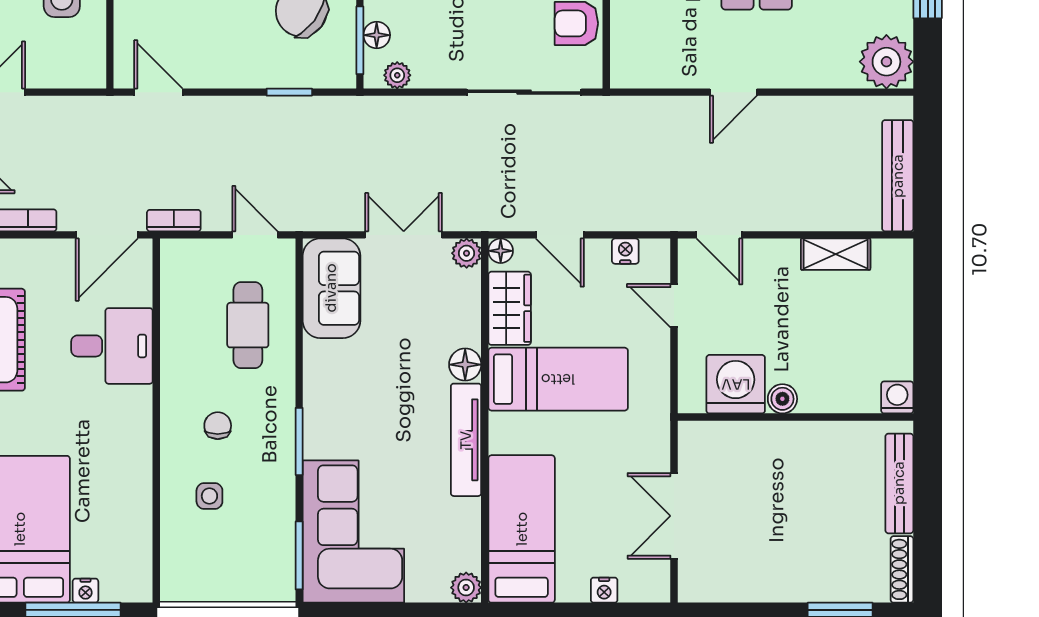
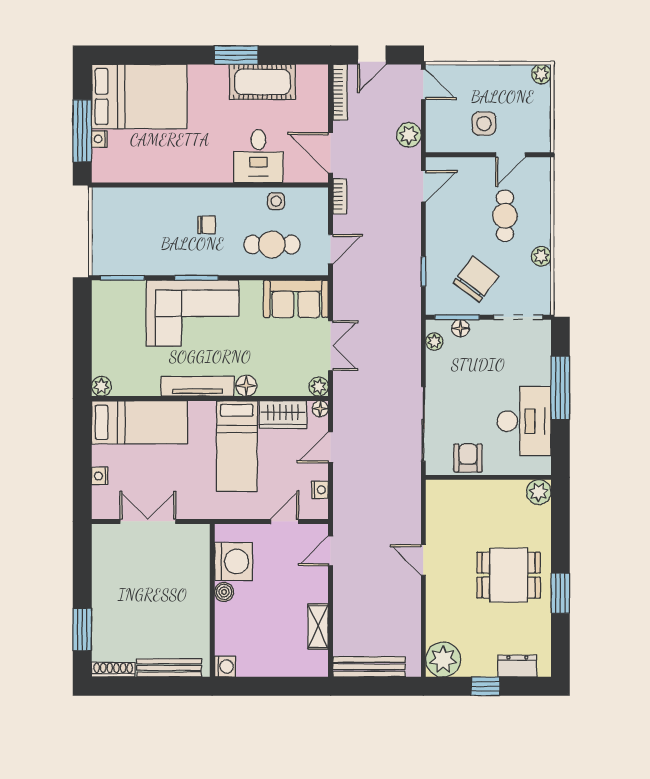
plant: (79, 114) -> (409, 135), added
side table: (209, 496) -> (276, 201), moved
corner sofa: (353, 532) -> (193, 313), moved

